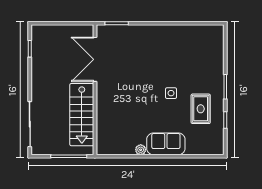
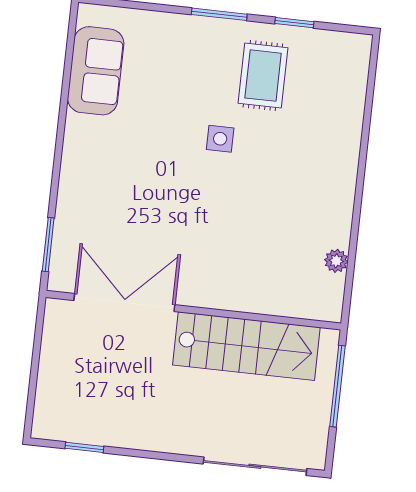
double door: (95, 59) -> (124, 303), swing flipped
rug: (201, 109) -> (263, 76), turned 90
sofa: (166, 144) -> (96, 71), moved, turned 180
plant: (141, 150) -> (336, 261), moved

